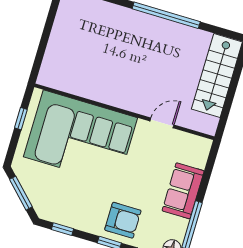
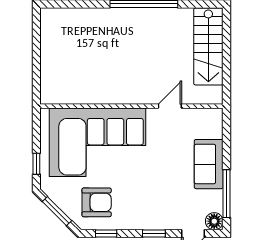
window: (21, 119) -> (36, 164), moved
armchair: (123, 220) -> (97, 202), moved

